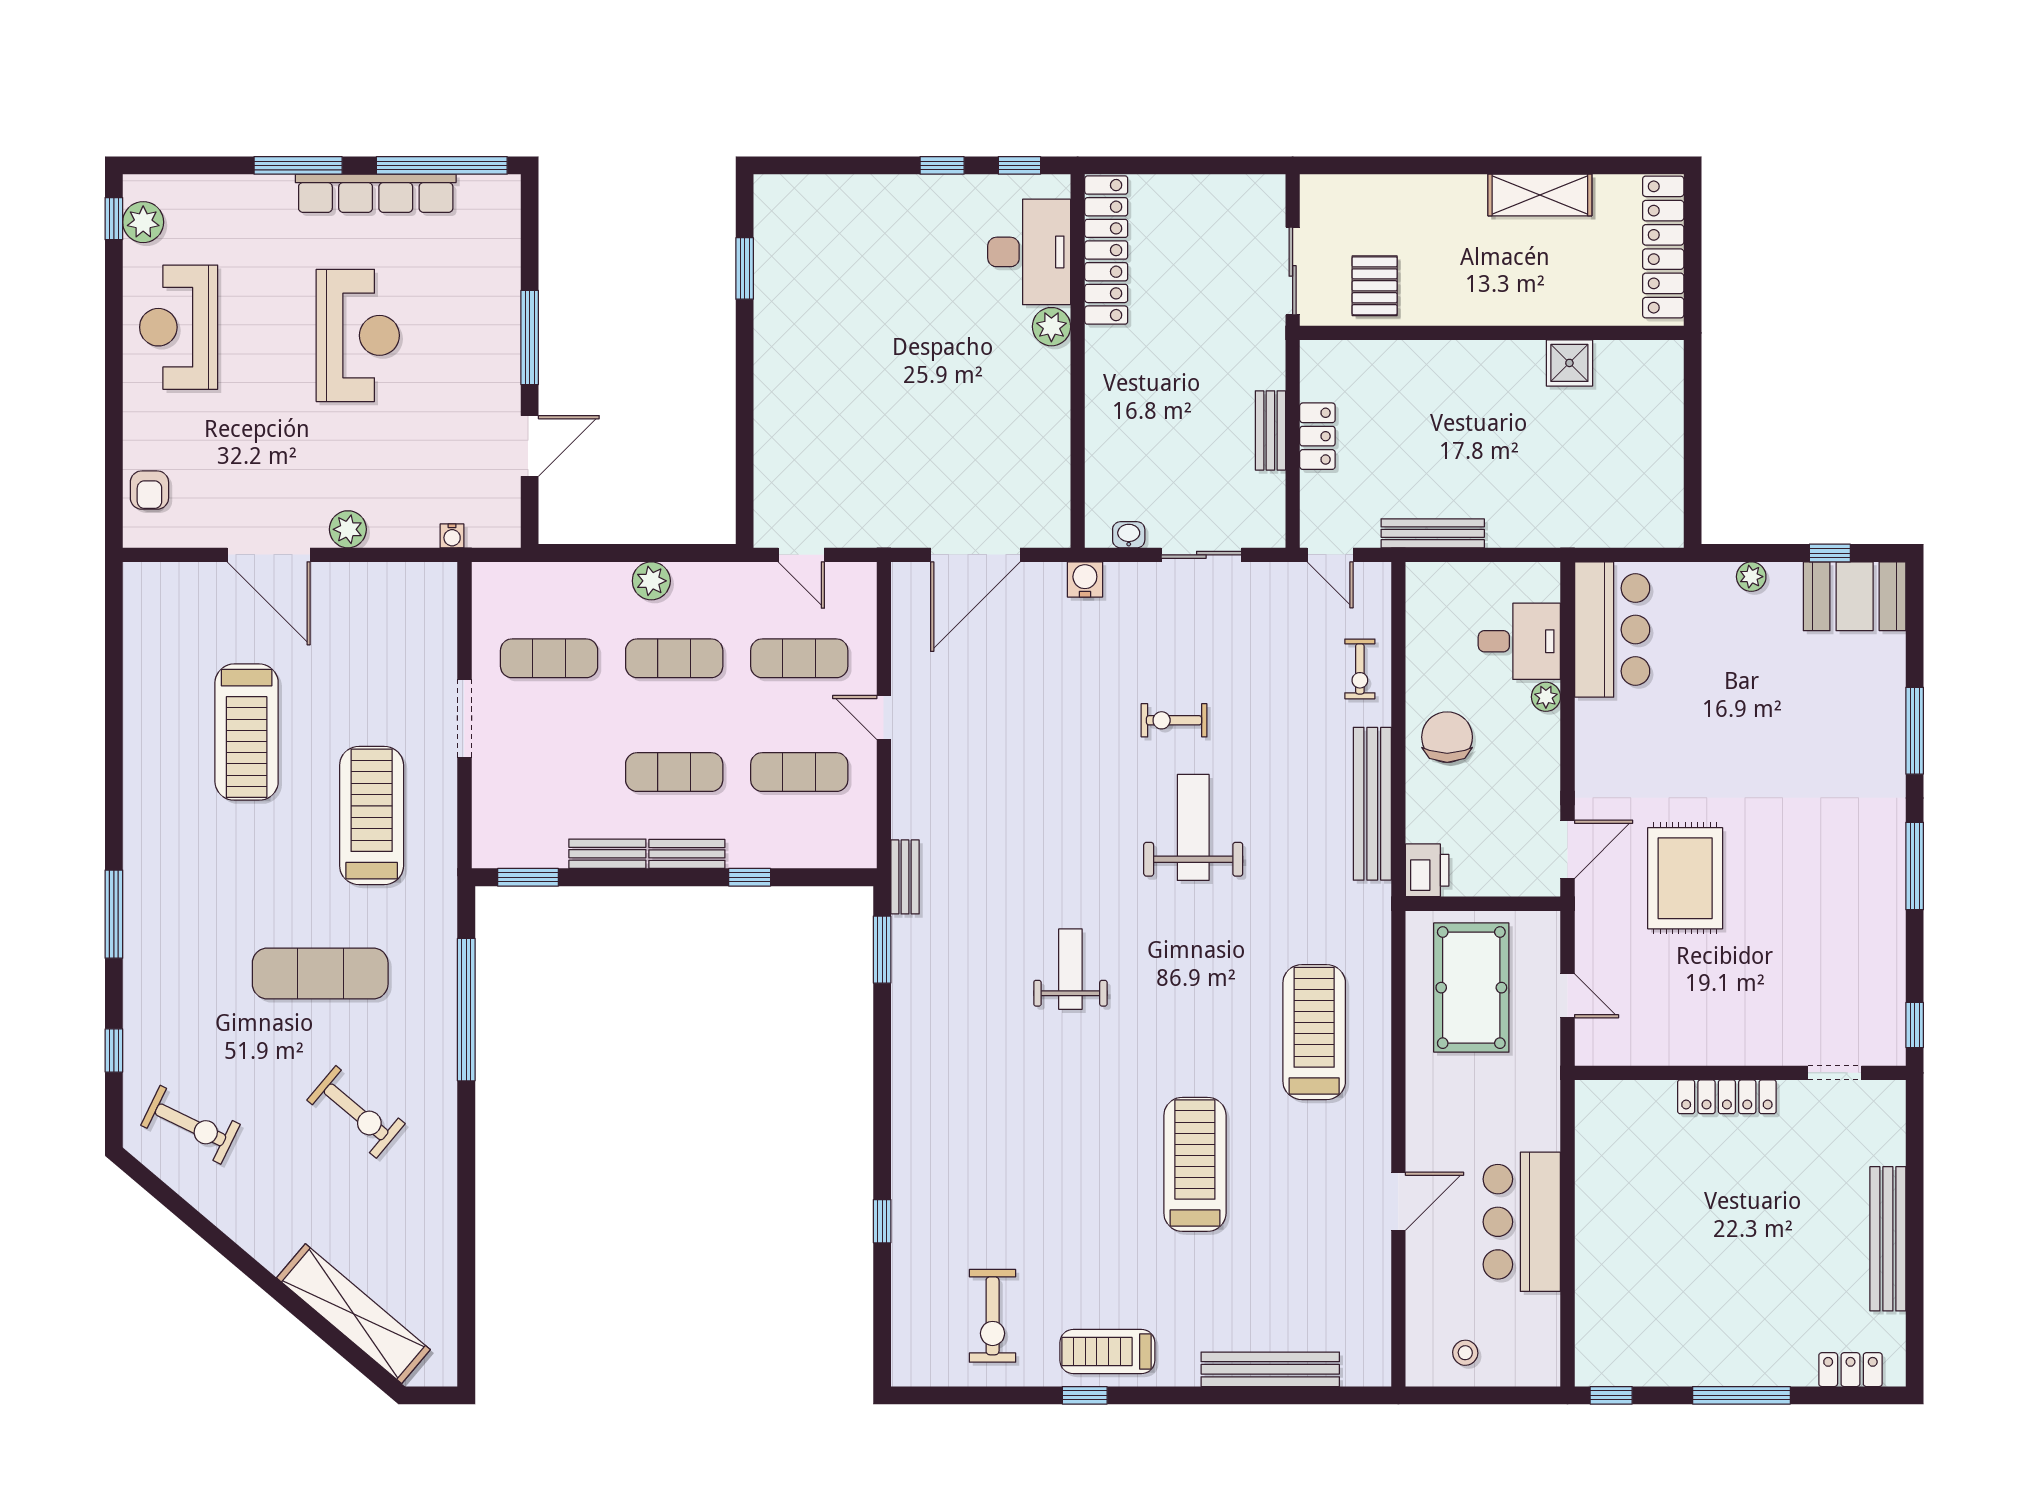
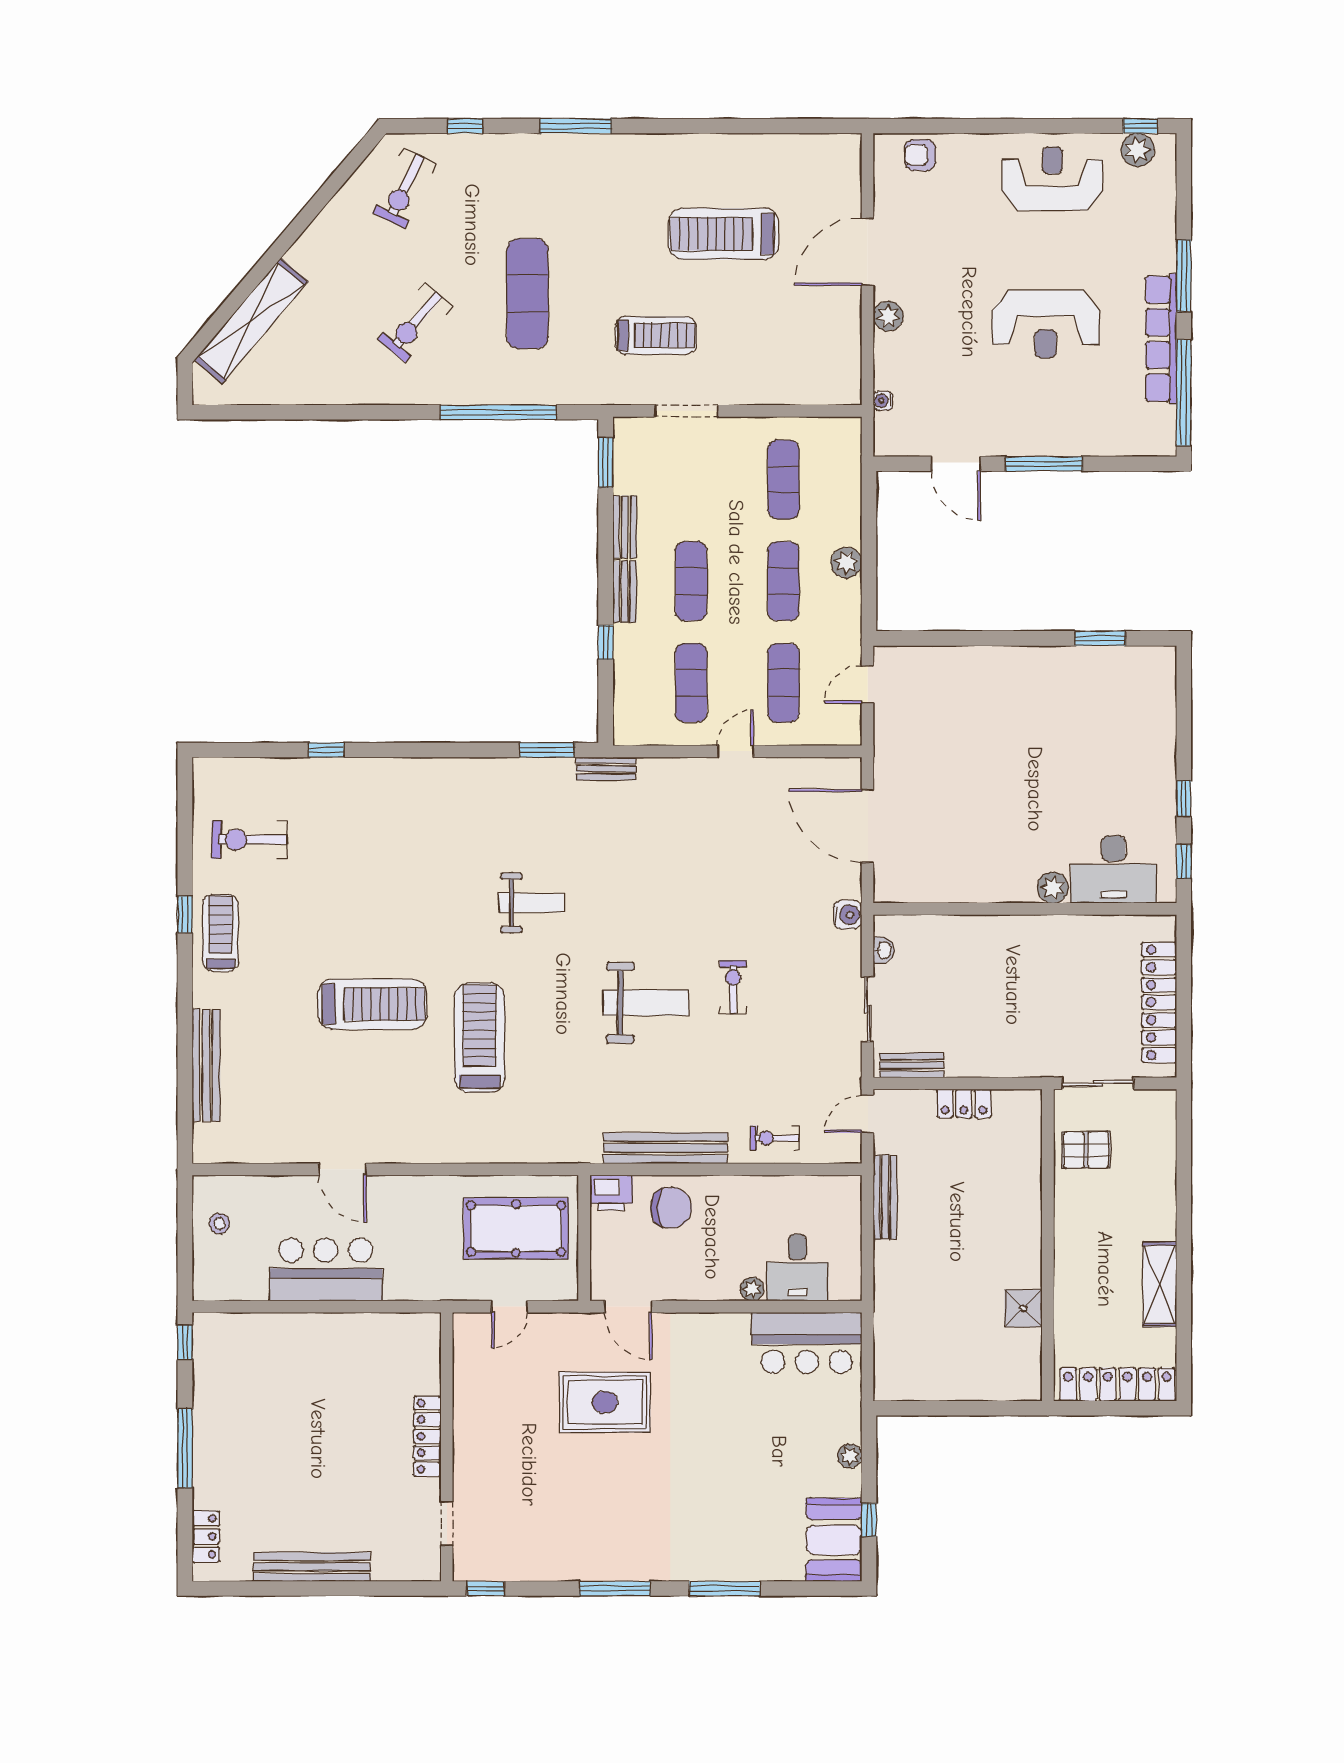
locker: (1106, 250) -> (1159, 1002), moved, turned 90
bench: (1270, 430) -> (912, 1065), moved
doorway: (464, 718) -> (687, 411), moved
chair: (1447, 737) -> (671, 1208), moved
treadmill: (372, 815) -> (656, 335), width x0.73, depth x0.73
treadmill: (1314, 1032) -> (480, 1038), moved, turned -90

